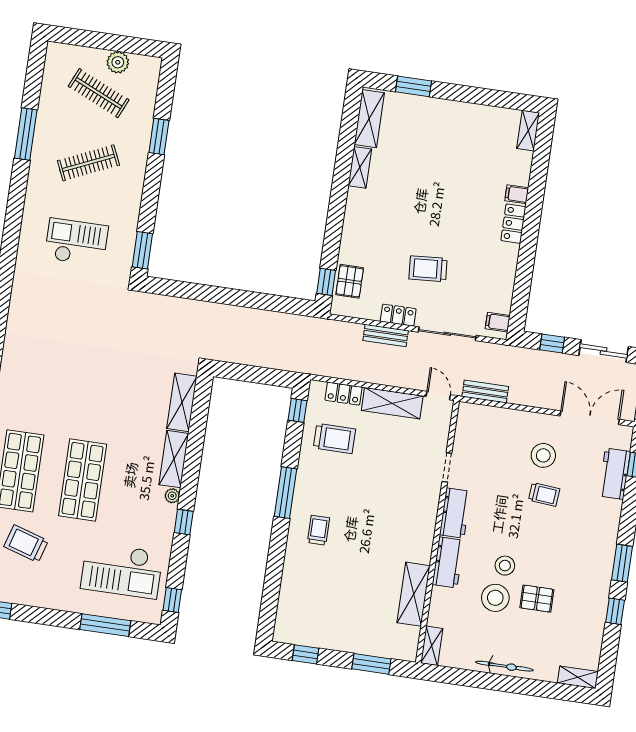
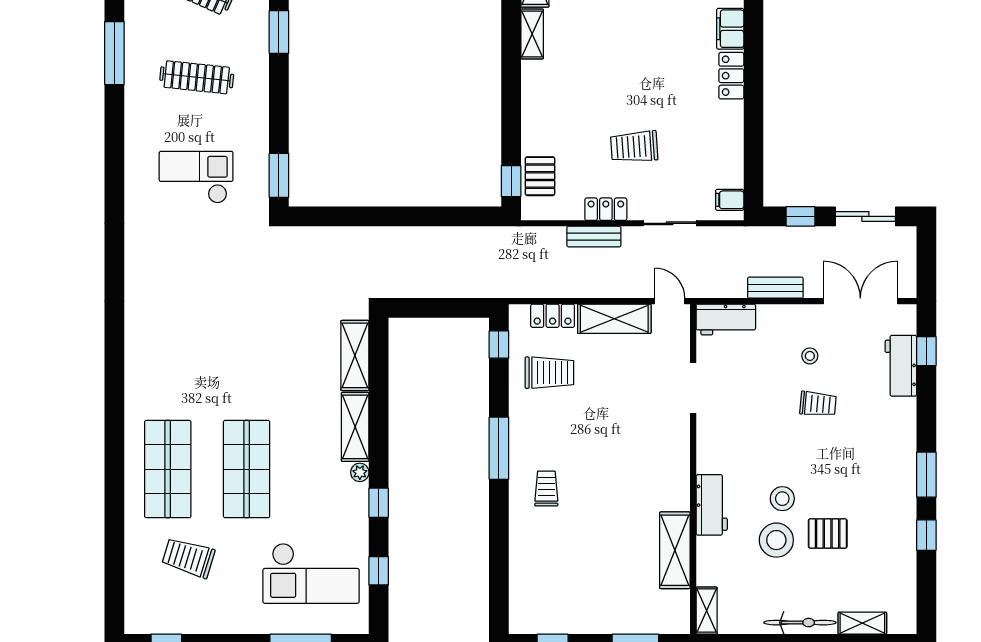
clothes rail: (88, 163) -> (197, 77), turned 30
filing cabinet: (517, 194) -> (730, 29), width x2.00
sliding door: (447, 334) -> (670, 223), width x0.73
bench: (485, 392) -> (775, 288), moved
stool: (543, 455) -> (810, 356), width x0.53, depth x0.53
doorway: (447, 467) -> (693, 388), width x1.38
workbench: (455, 513) -> (726, 319), moved, turned 90
window: (172, 600) -> (379, 571), moved
shelving: (578, 677) -> (862, 623), moved

